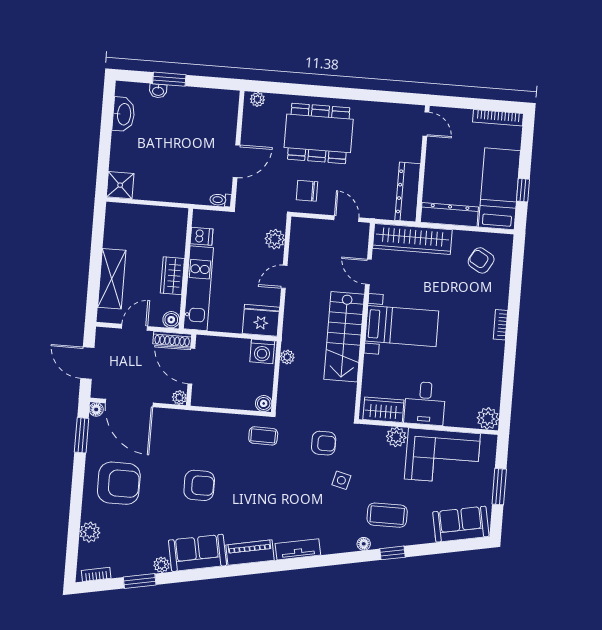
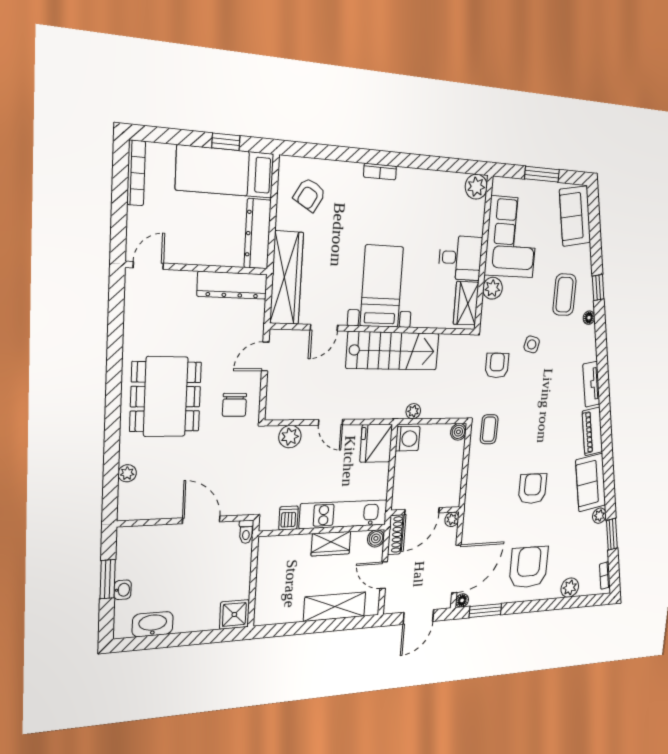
wall: (237, 149) -> (187, 521), moved
door: (236, 161) -> (201, 520), moved
toilet: (221, 200) -> (246, 532), moved

